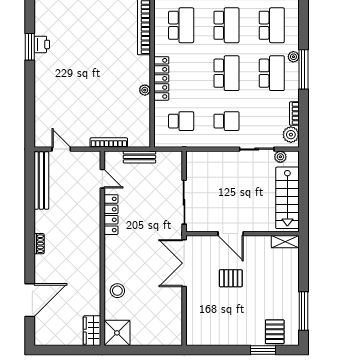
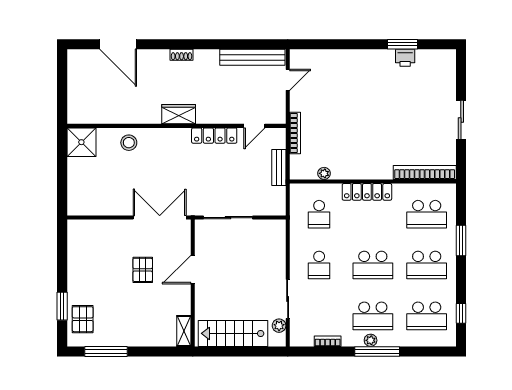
plant: (293, 57) -> (371, 340), moved
plant: (145, 90) -> (324, 173), moved
plant: (291, 135) -> (304, 337), removed
wardrobe: (92, 331) -> (179, 114), moved
pallet: (275, 332) -> (83, 319), turned 90

